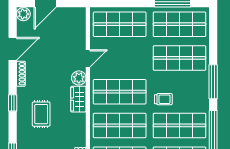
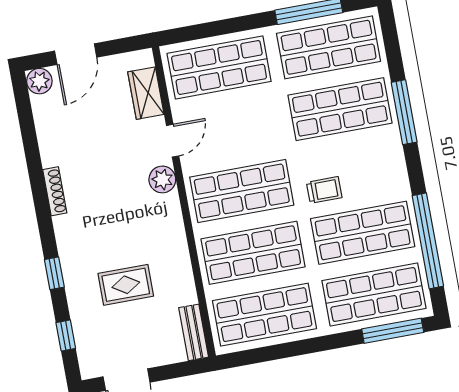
door: (13, 49) -> (31, 148), removed
window: (213, 82) -> (404, 112), moved
wardrobe: (78, 99) -> (146, 93), moved
window: (13, 103) -> (54, 273), moved
rug: (41, 114) -> (126, 285), moved, turned 90

